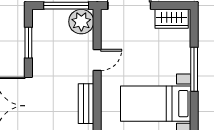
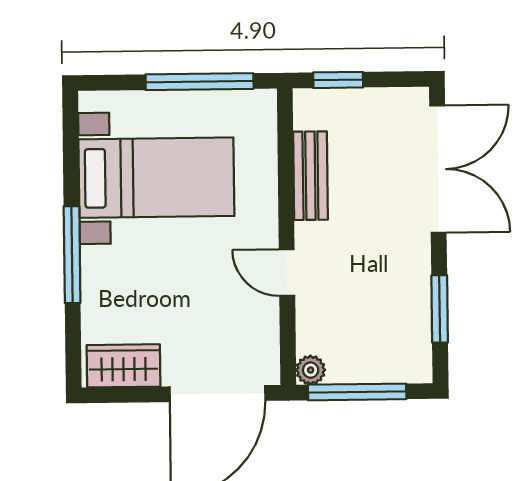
plant: (81, 22) -> (311, 370), width x0.53, depth x0.53
door: (97, 60) -> (287, 273), hinge flipped

